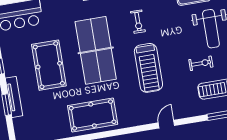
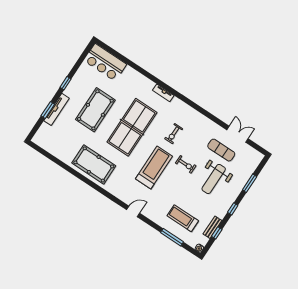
exercise bike: (201, 63) -> (186, 164), moved
treadmill: (148, 68) -> (154, 167), turned 180

